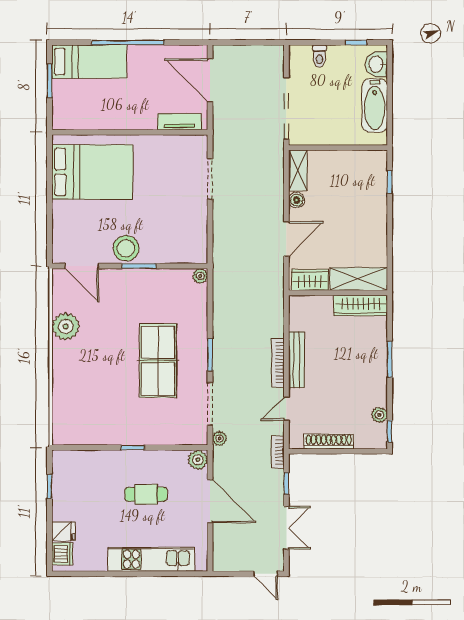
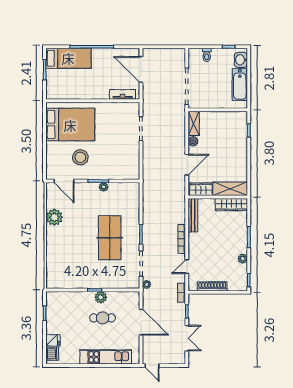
stool: (126, 248) -> (80, 157), moved
plant: (200, 276) -> (104, 187), moved
bench: (297, 360) -> (193, 215), moved
plant: (379, 415) -> (243, 259), moved
plant: (198, 460) -> (101, 297), moved
door: (266, 574) -> (152, 366), moved

